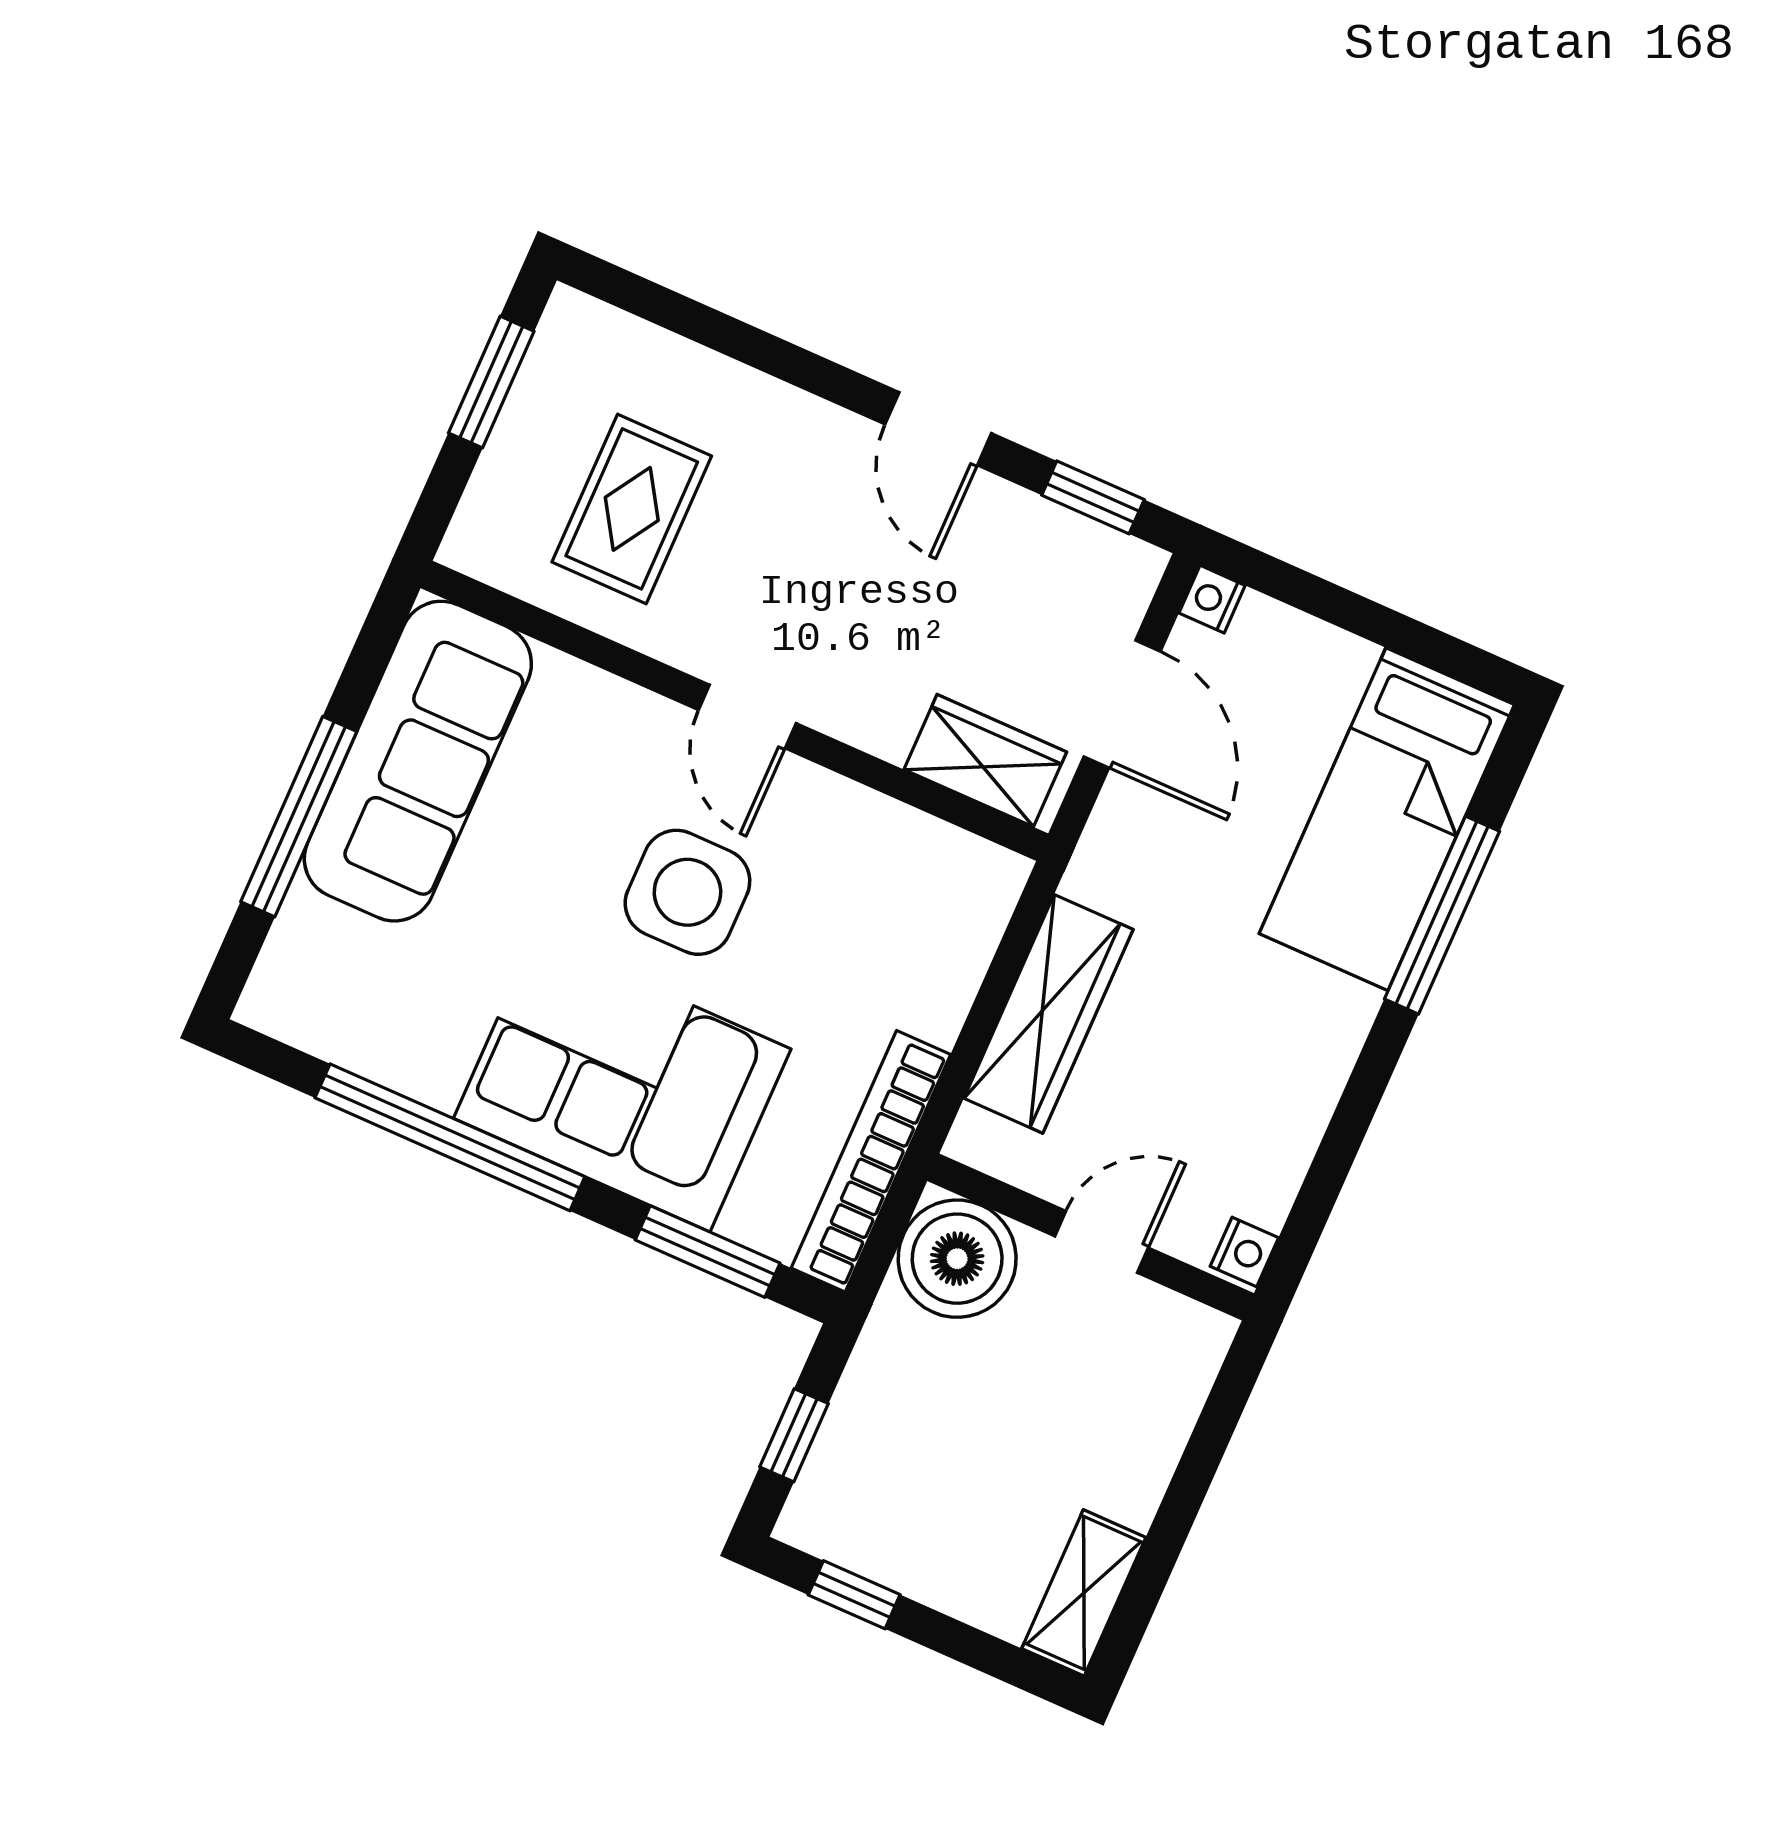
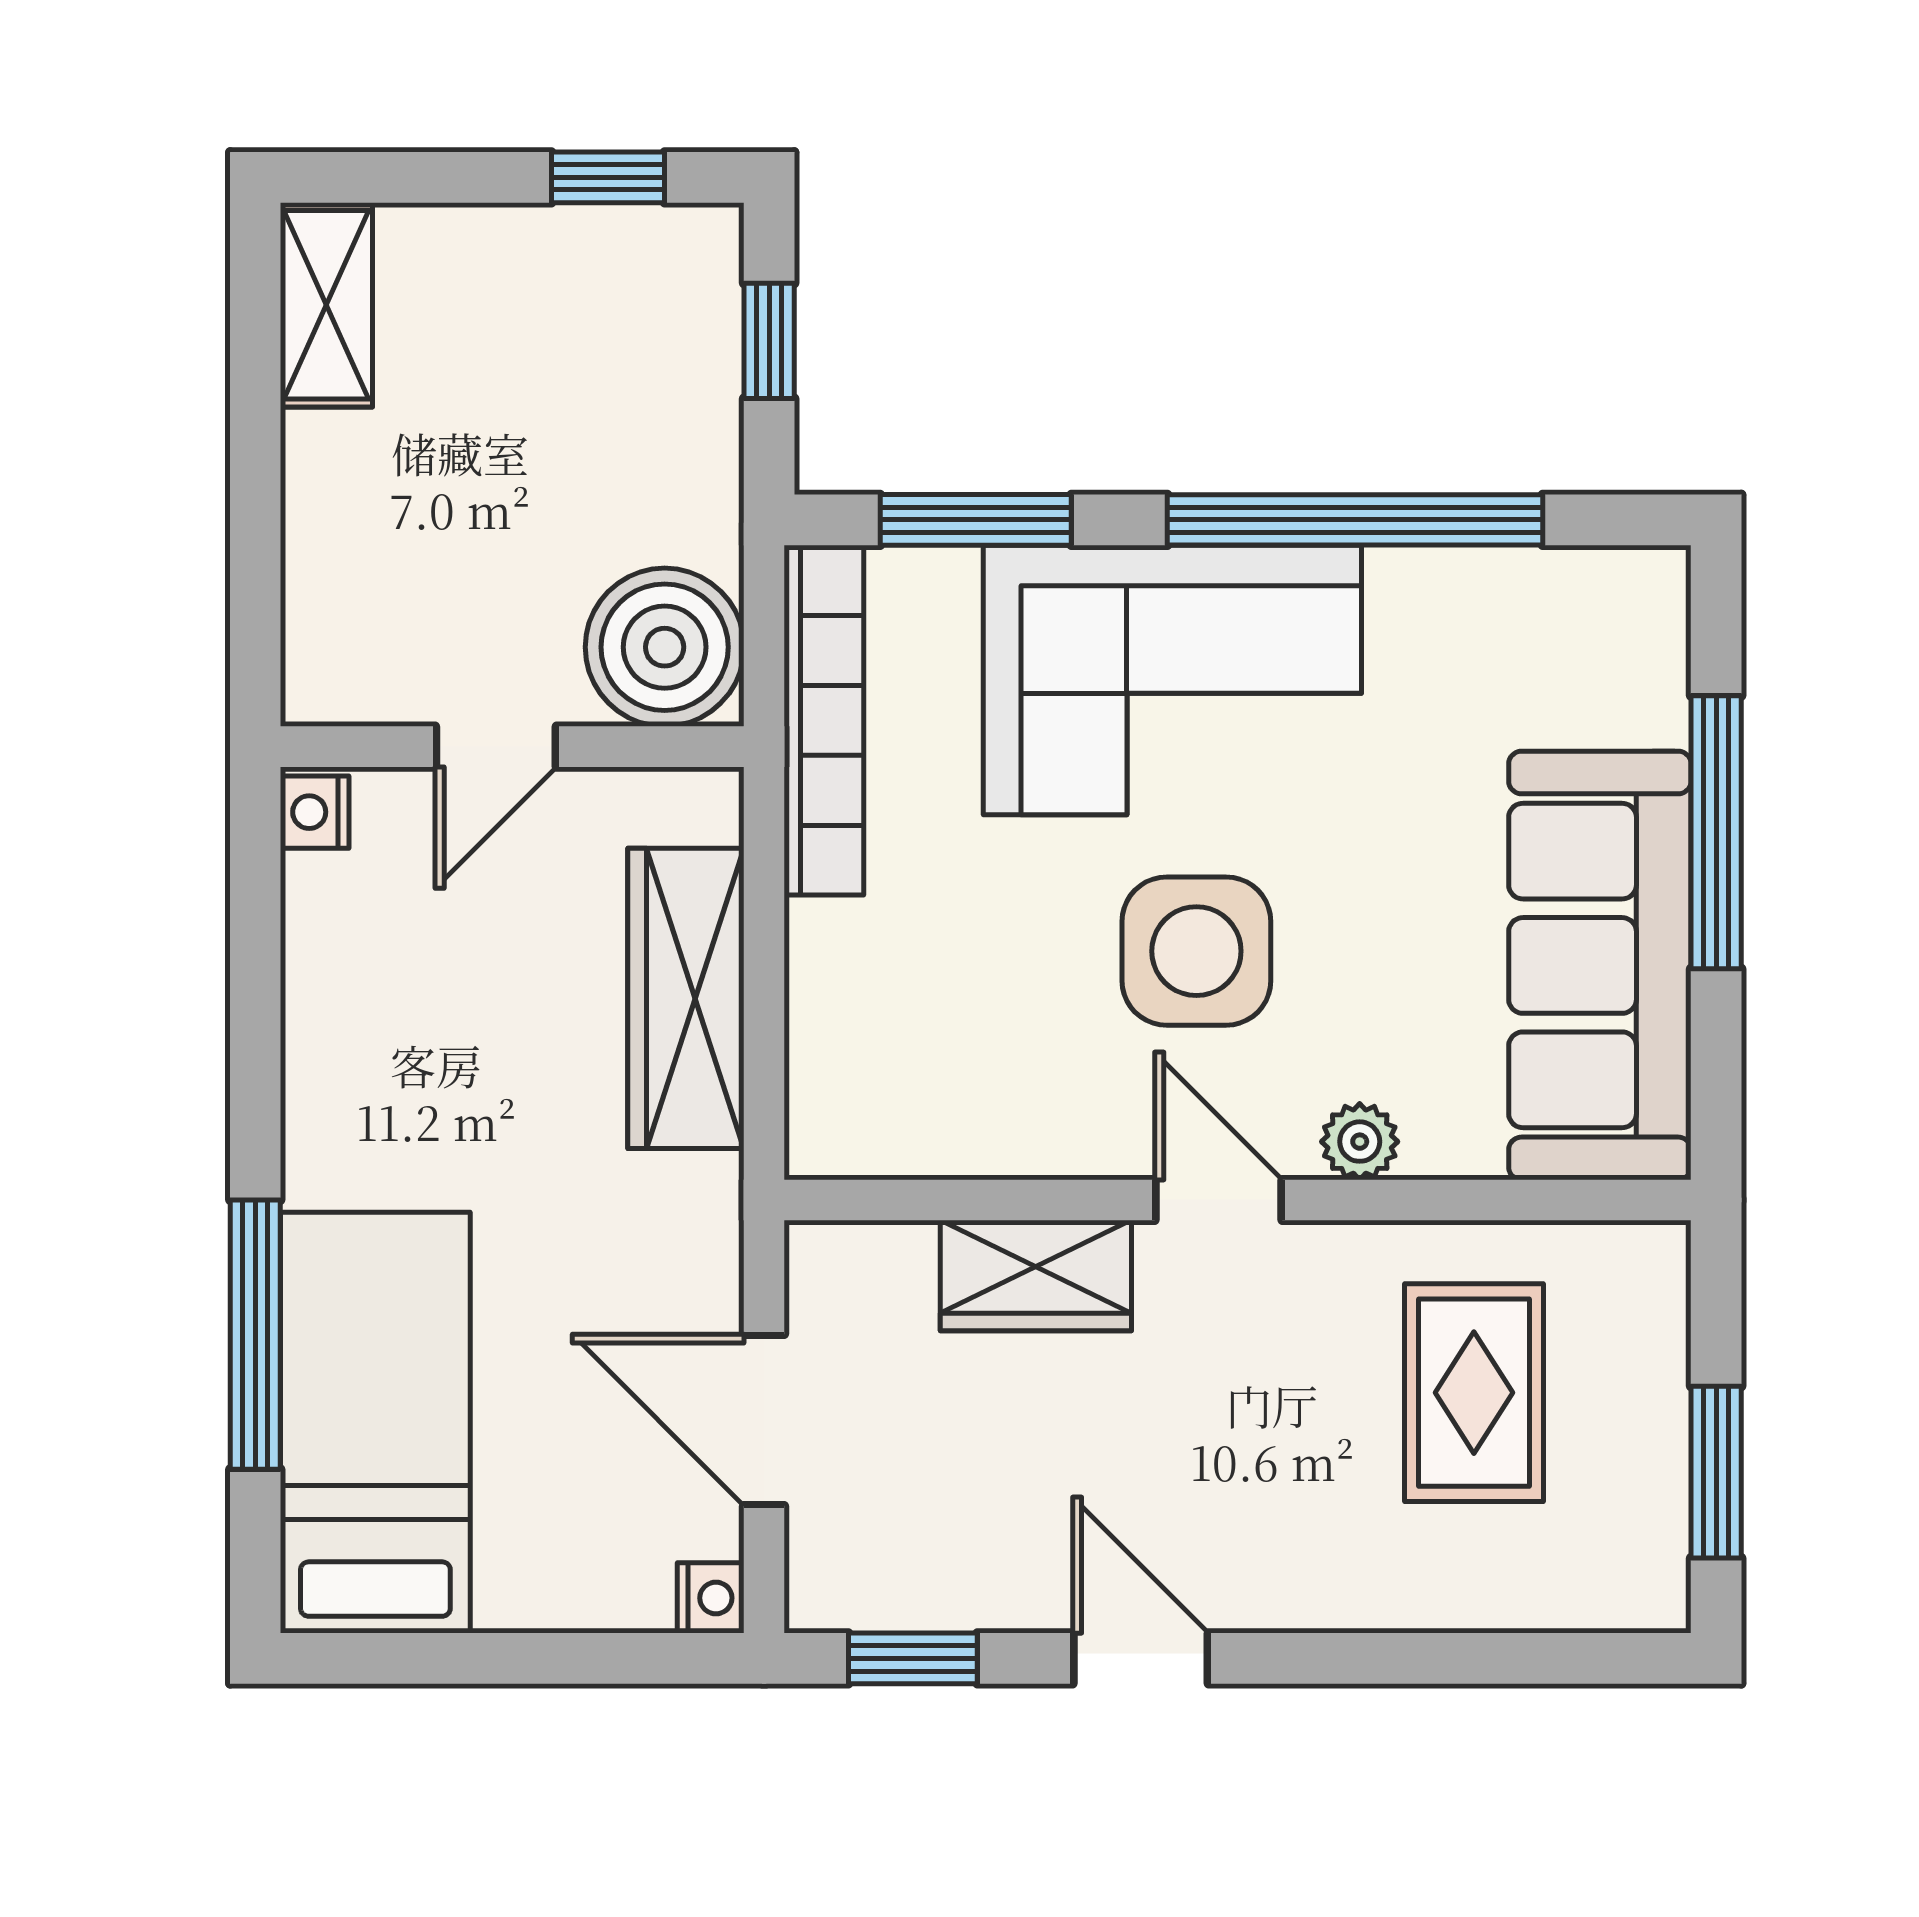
plant: (634, 714) -> (1360, 1142), added
wardrobe: (985, 761) -> (1036, 1275), moved

